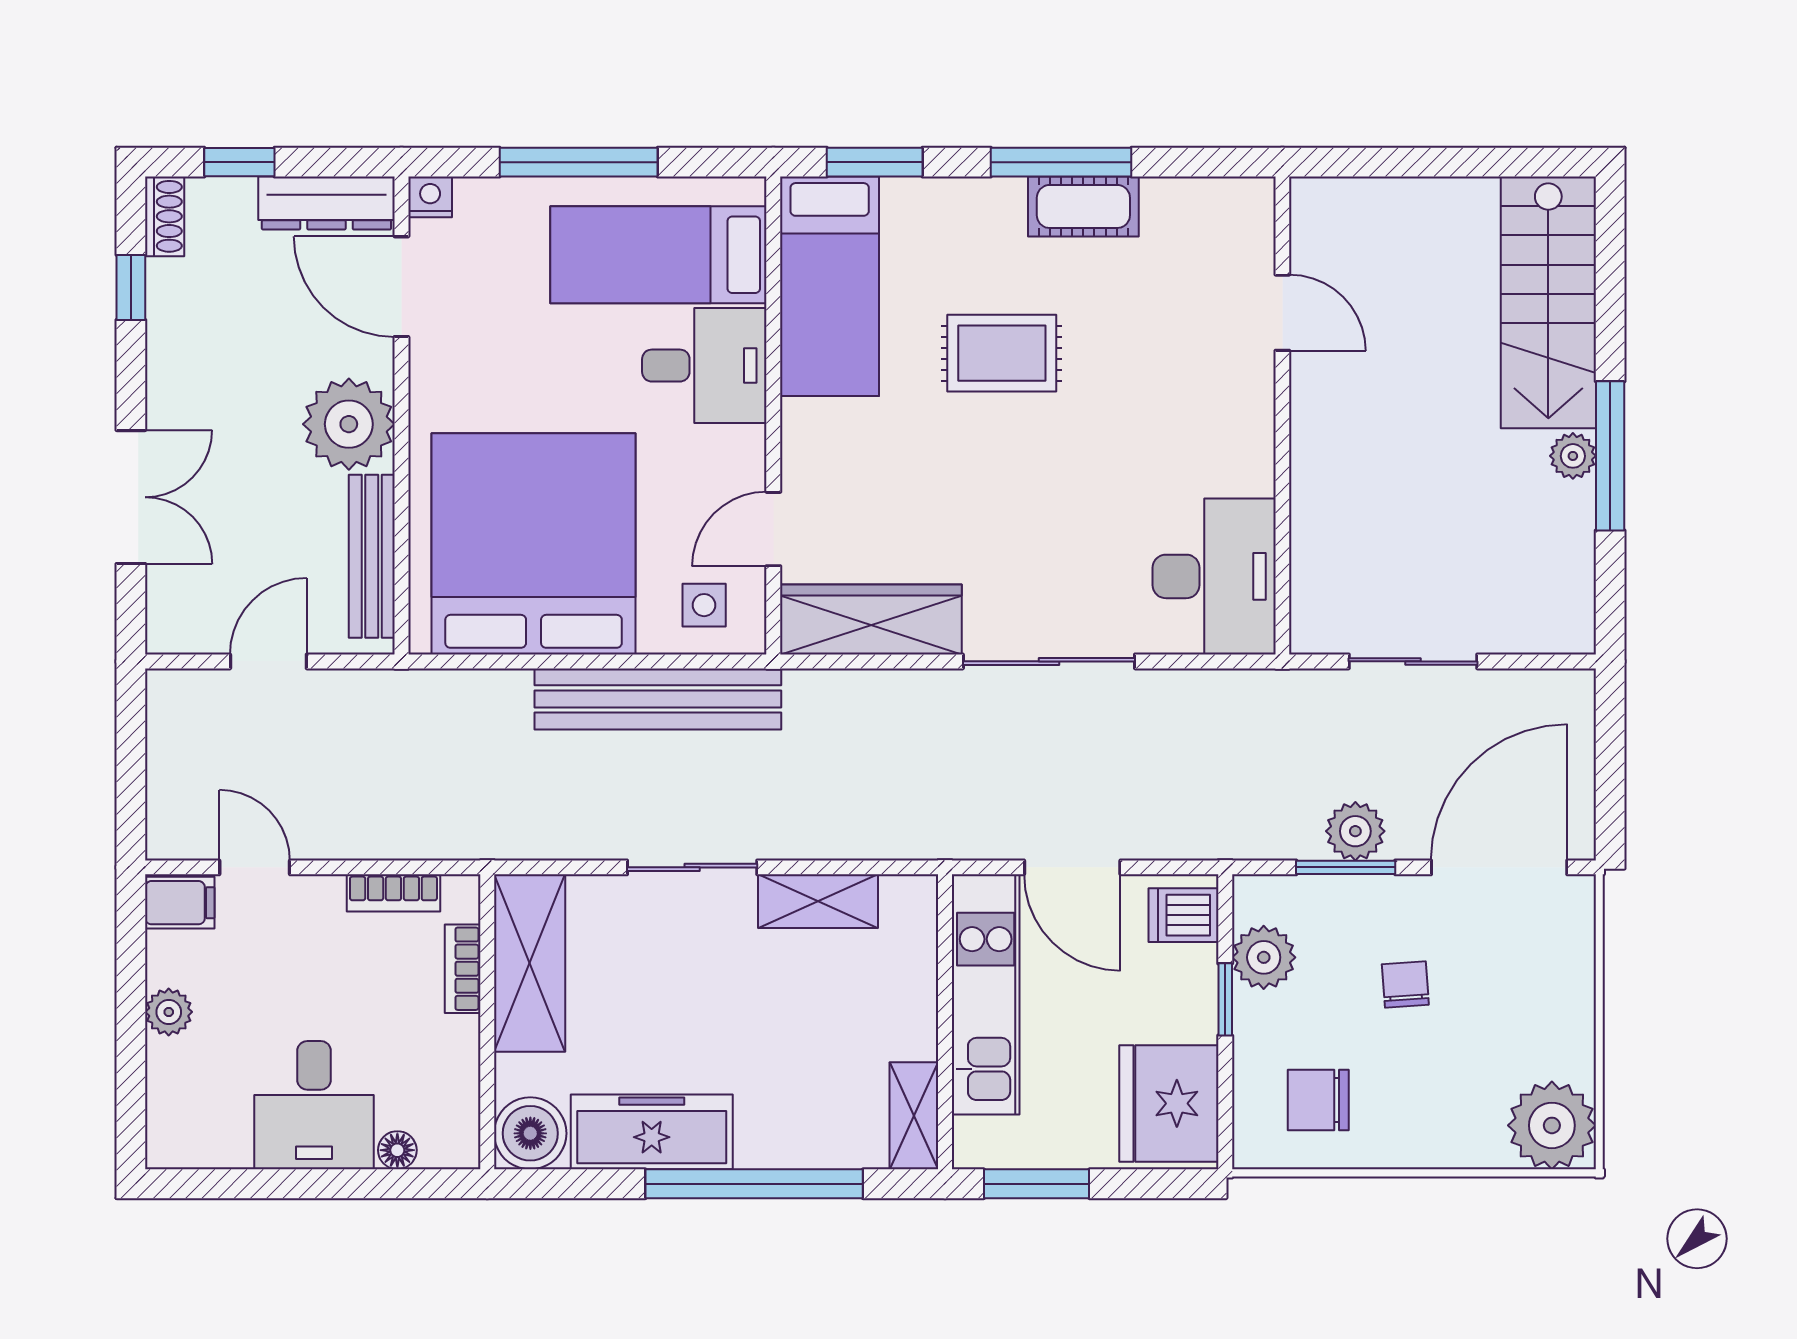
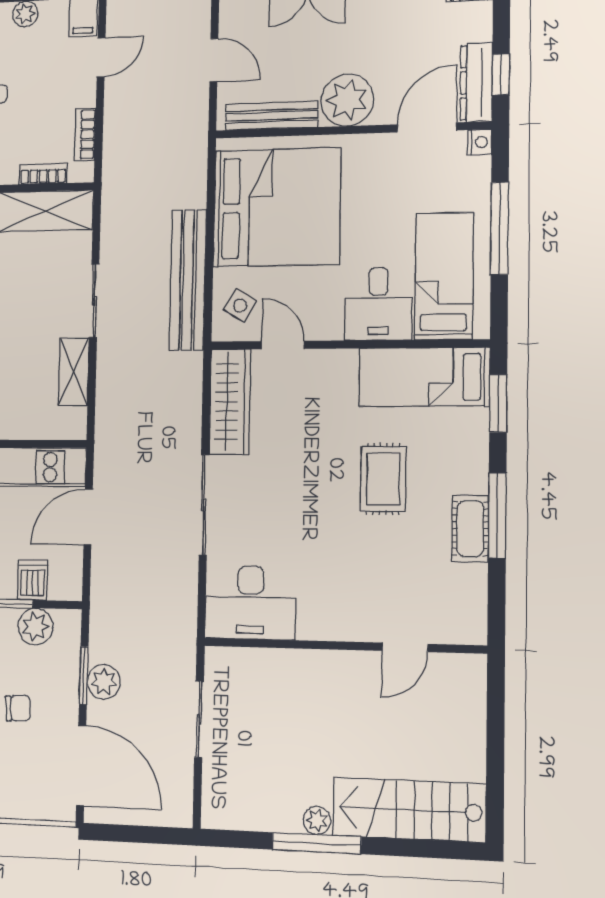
window: (239, 162) -> (501, 74), moved
side table: (704, 605) -> (240, 306), turned 31
dishwasher: (1183, 915) -> (33, 580), moved

